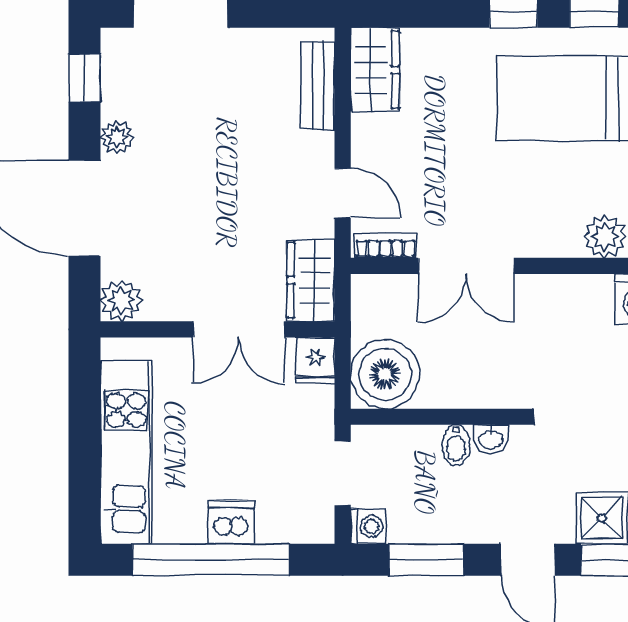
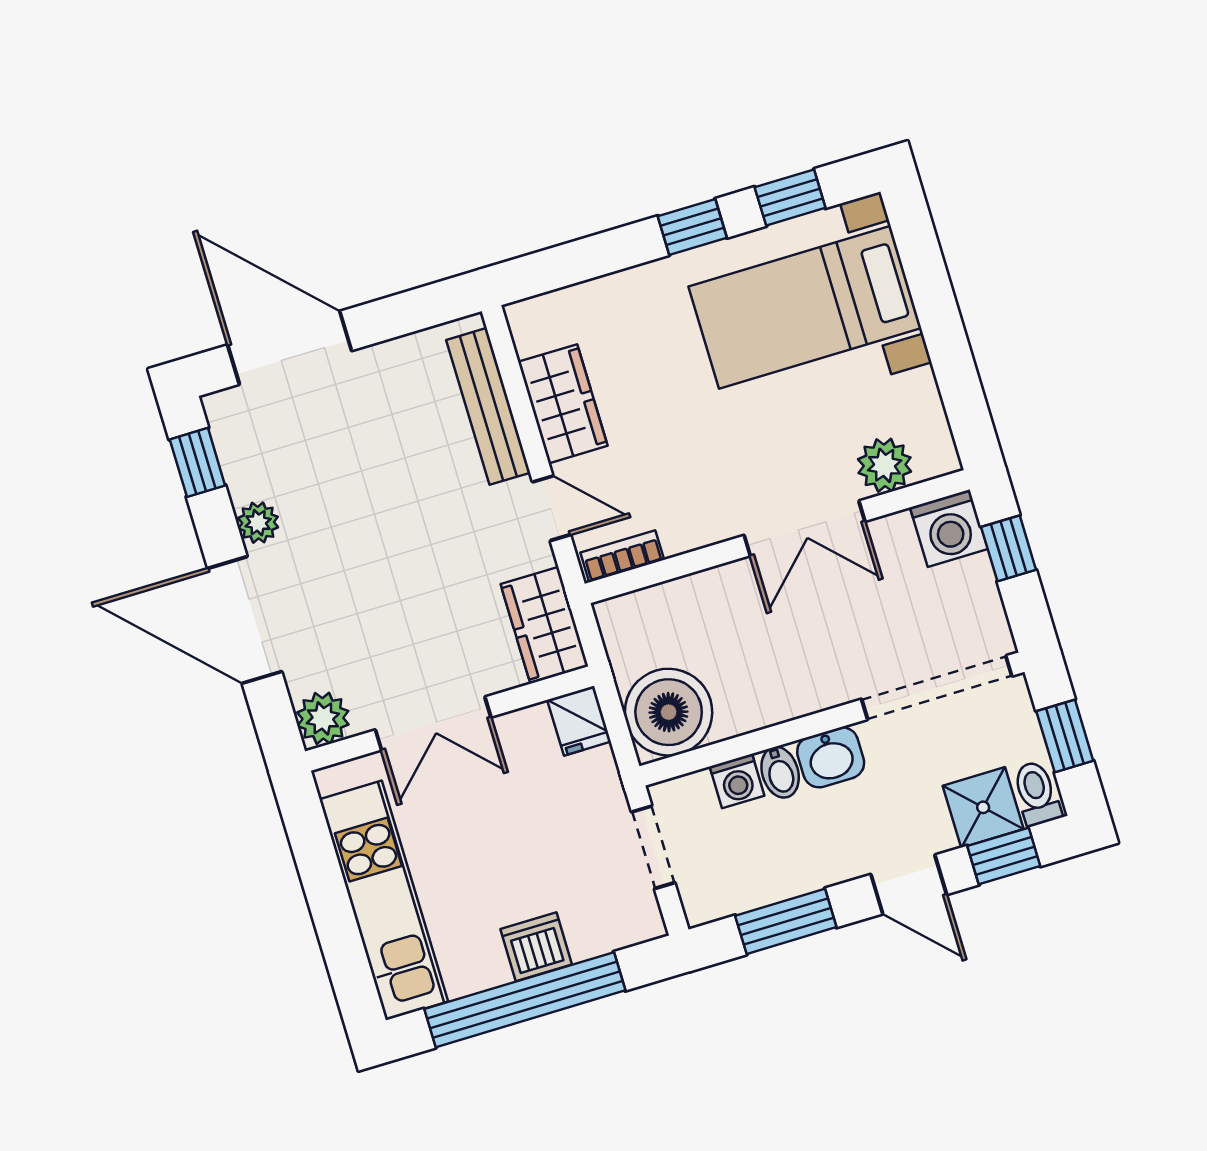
wardrobe: (375, 70) -> (563, 404), moved
bench: (318, 86) -> (488, 406), width x1.36
double door: (466, 266) -> (805, 528), moved
double door: (239, 329) -> (433, 724), moved
washbasin: (491, 439) -> (831, 757), width x1.38, depth x1.45
washing machine: (368, 526) -> (737, 781), moved, turned 90

